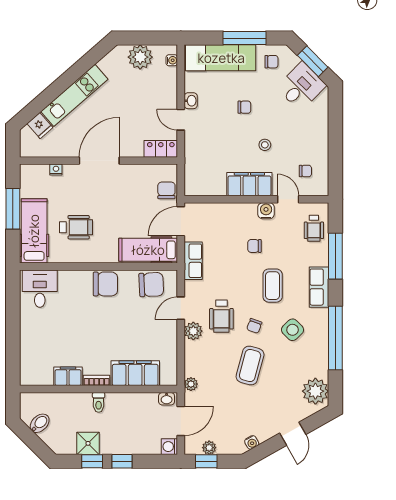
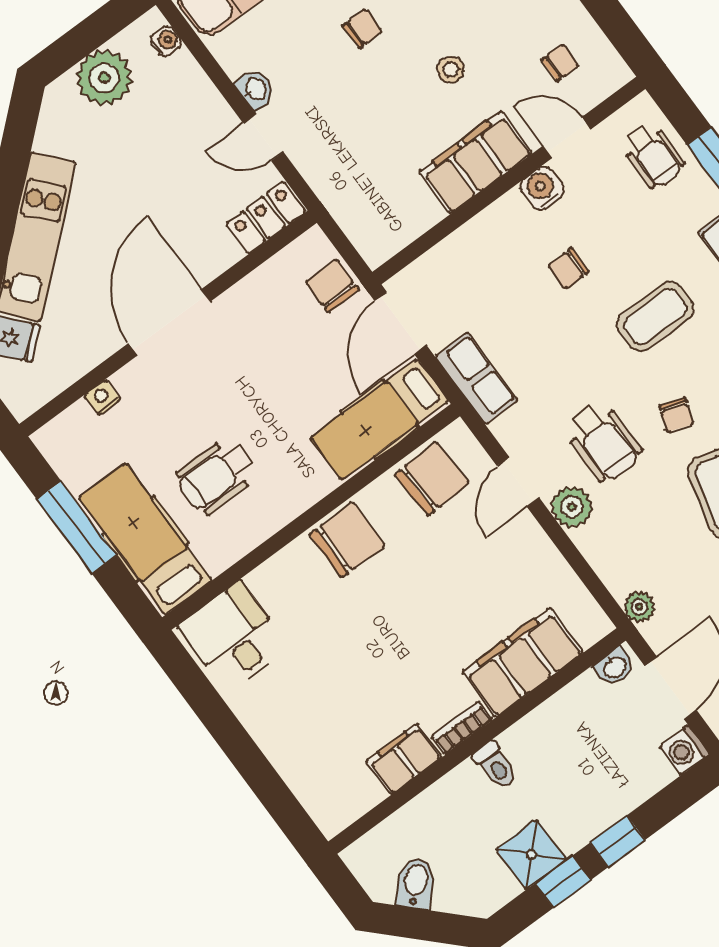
wheelchair: (76, 227) -> (217, 476), turned 180
coffee table: (273, 286) -> (655, 316), turned 90

